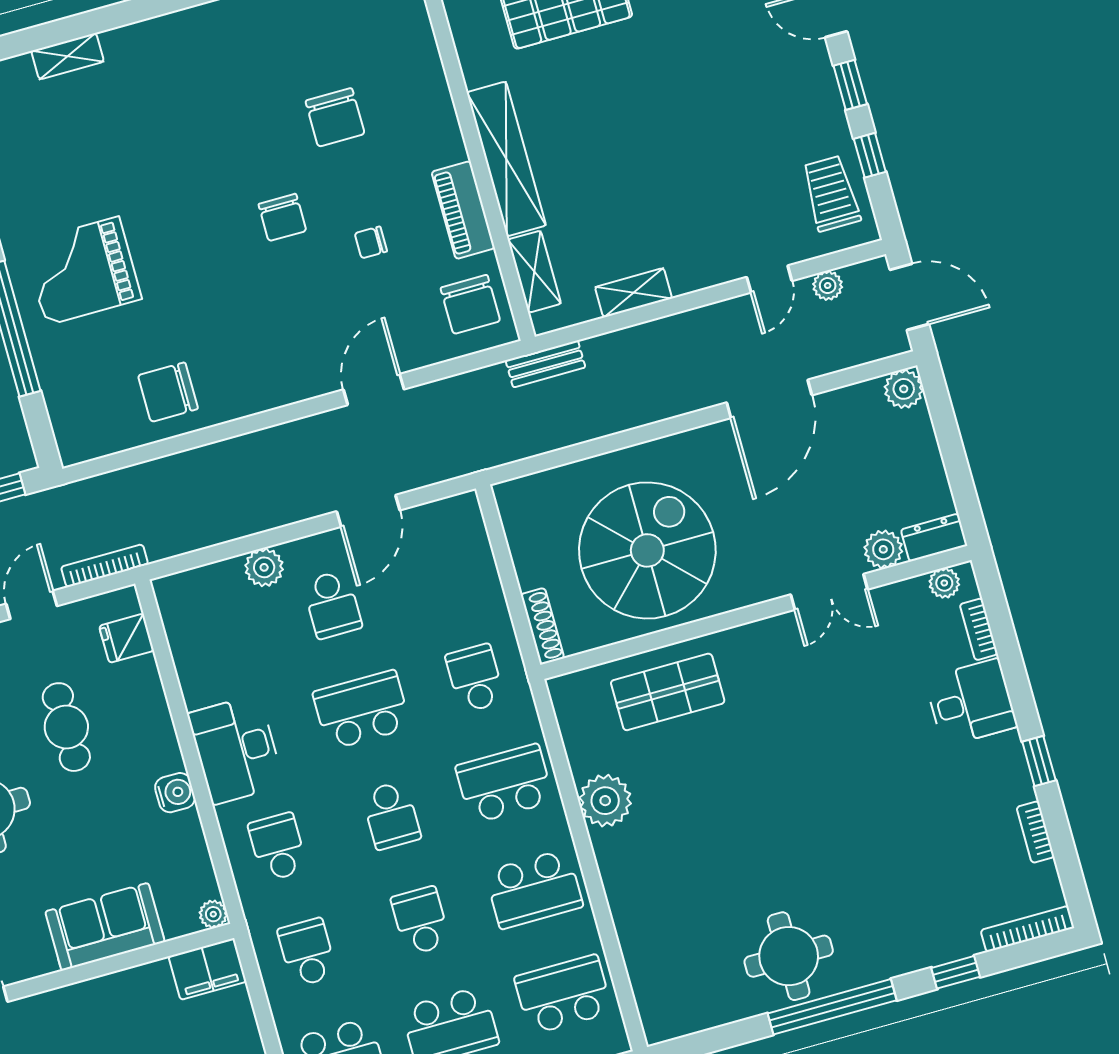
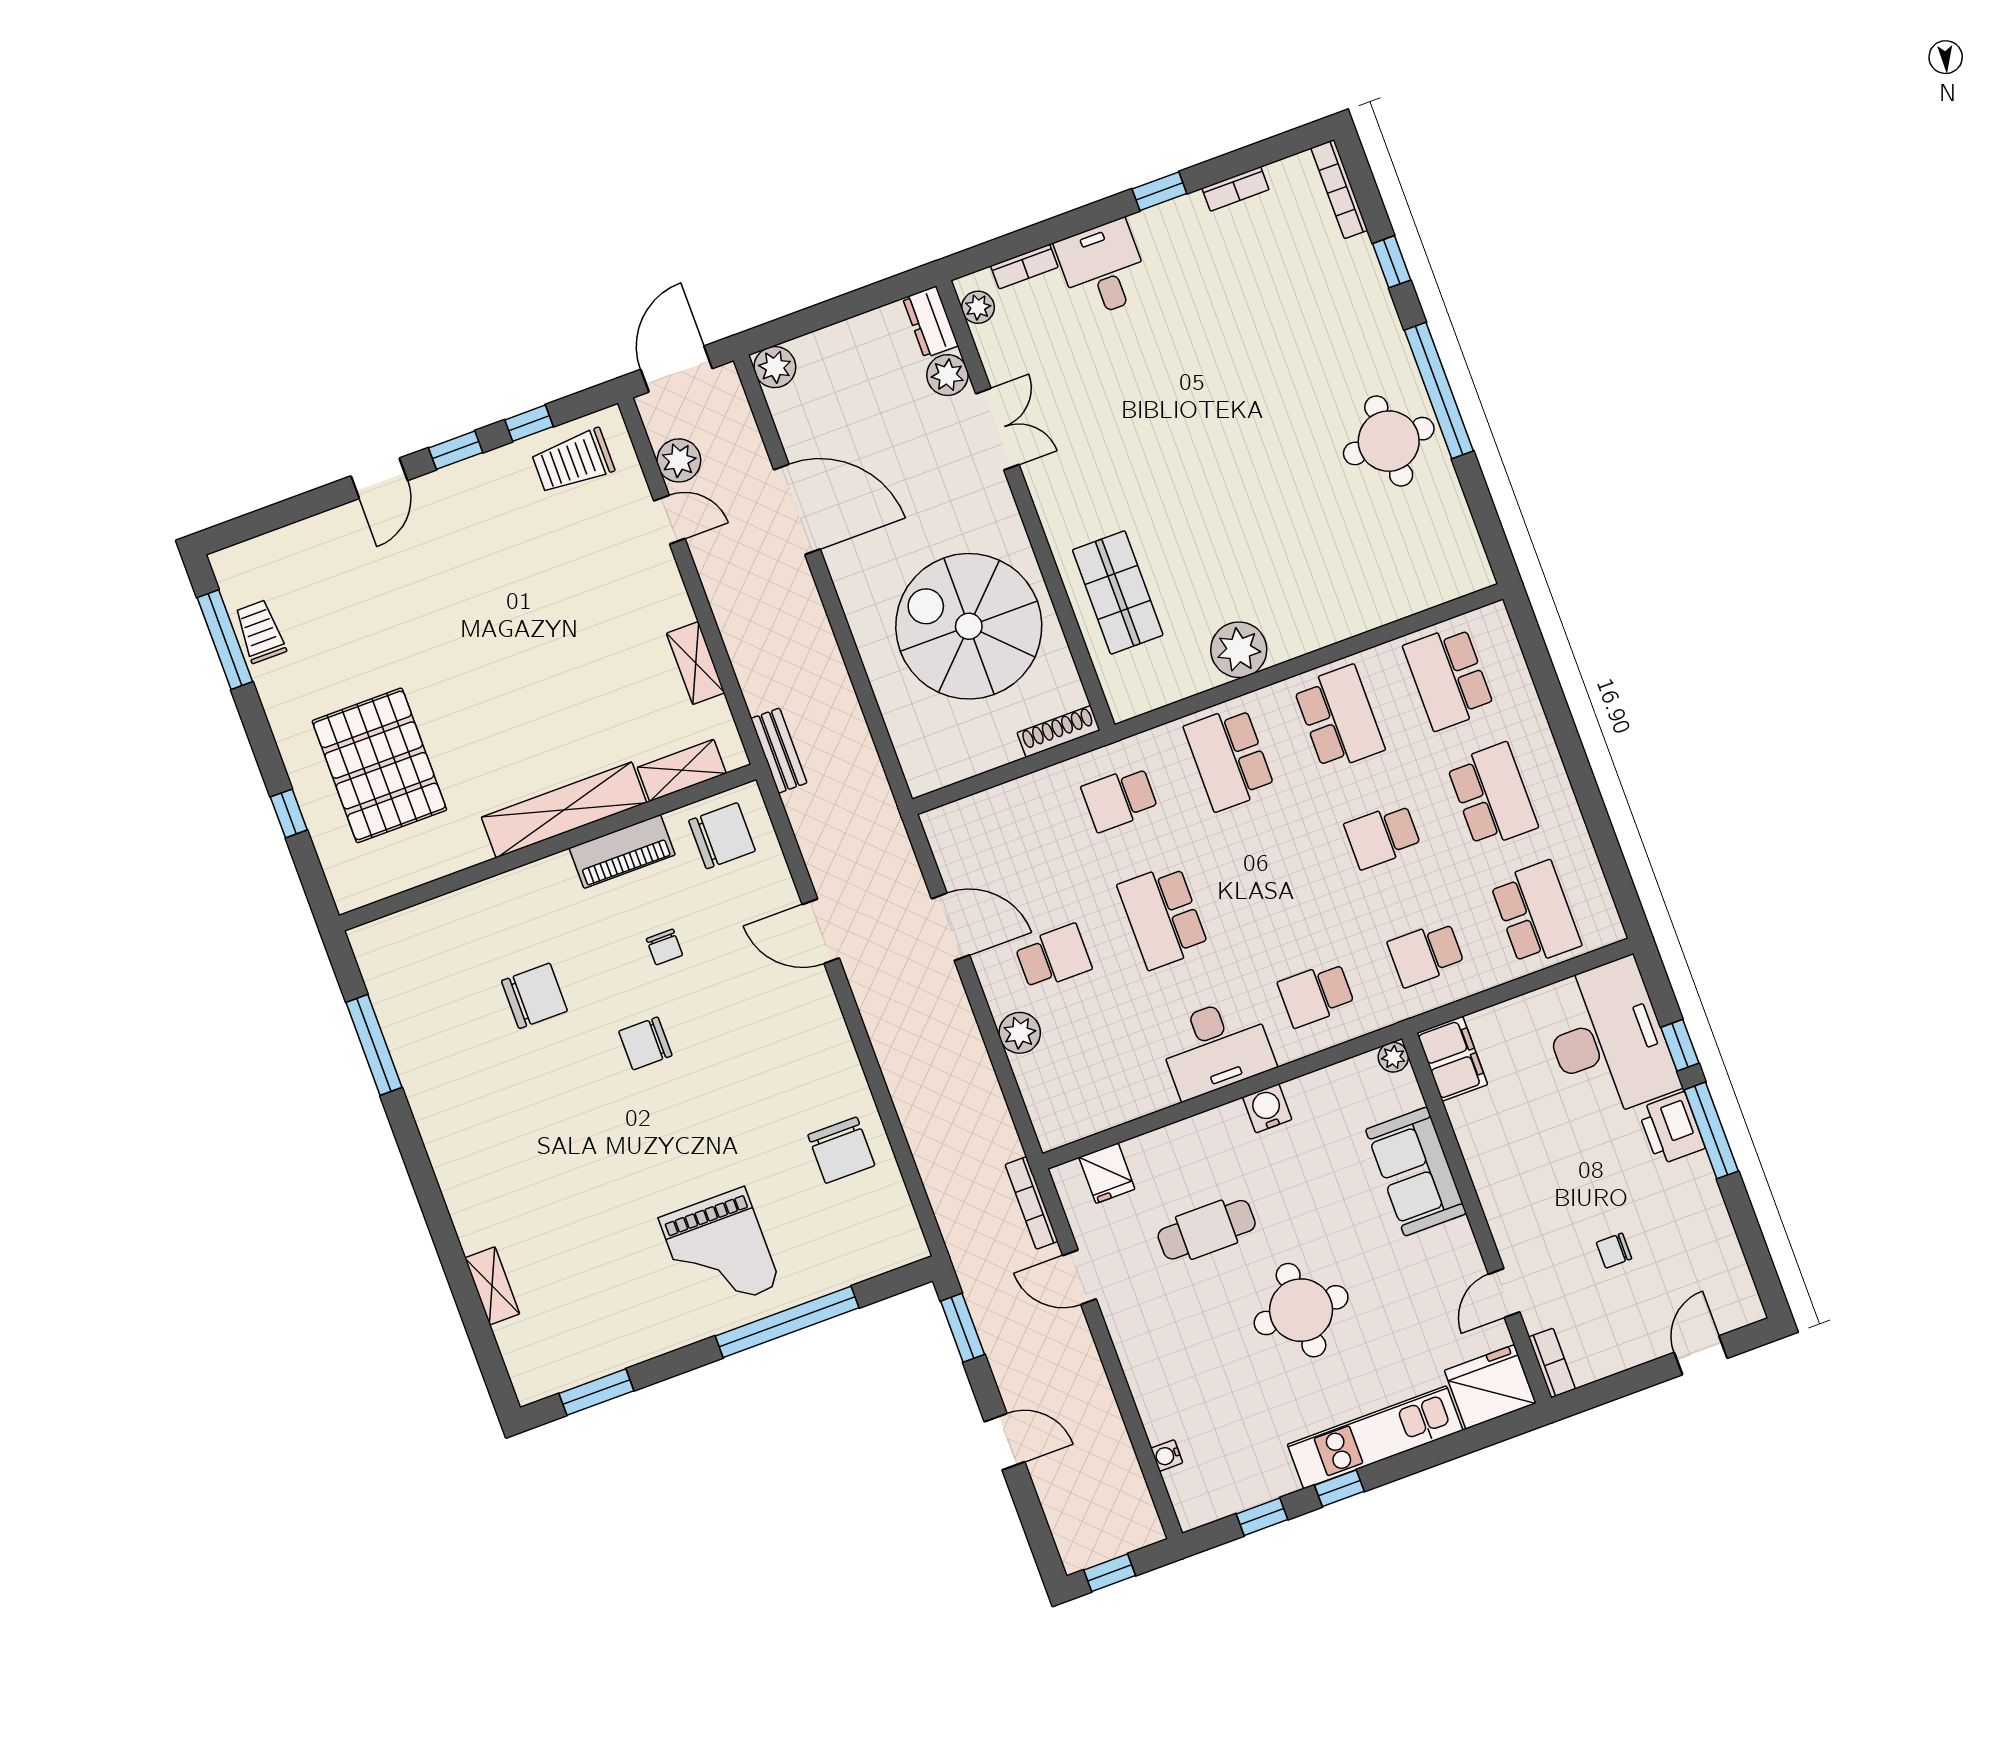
chair: (282, 217) -> (645, 1043), turned 180
plant: (828, 286) -> (679, 460), width x1.38, depth x1.38
school desk: (391, 815) -> (1273, 876), removed

